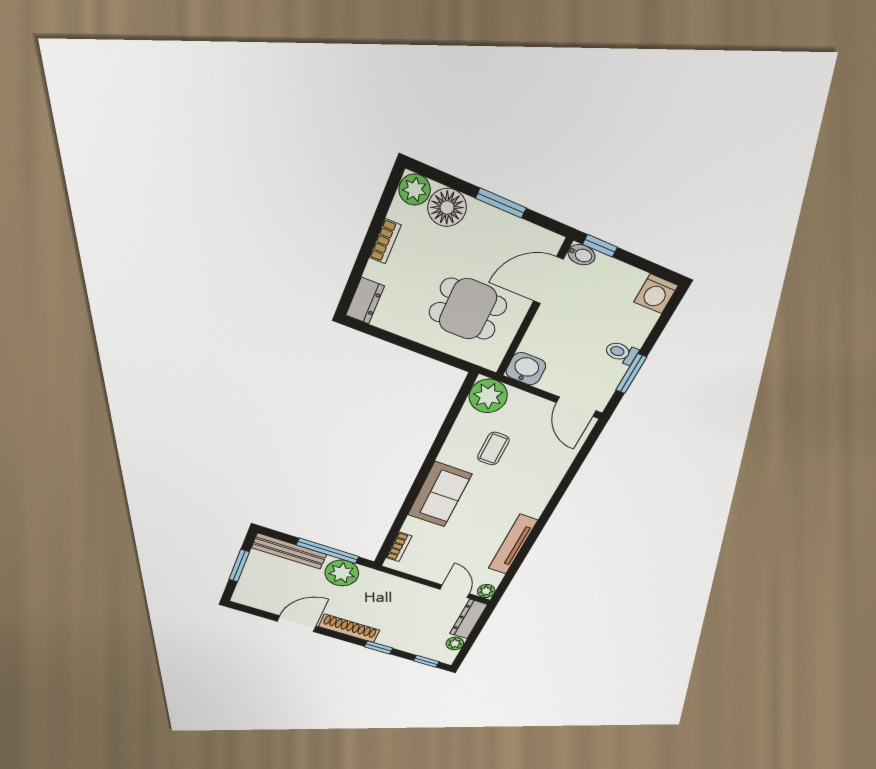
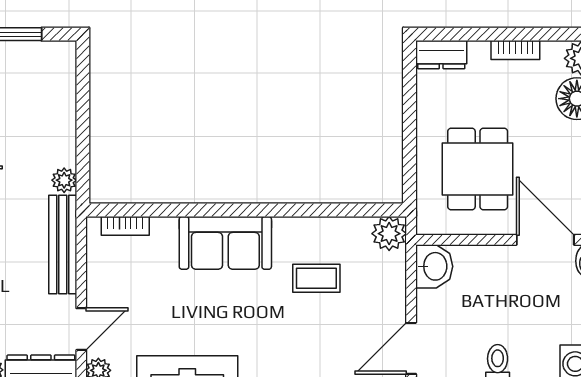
plant: (488, 396) -> (389, 234), width x0.73, depth x0.73
bench: (289, 551) -> (63, 244), moved
window: (328, 551) -> (83, 138), removed
plant: (342, 573) -> (64, 180), width x0.53, depth x0.53

